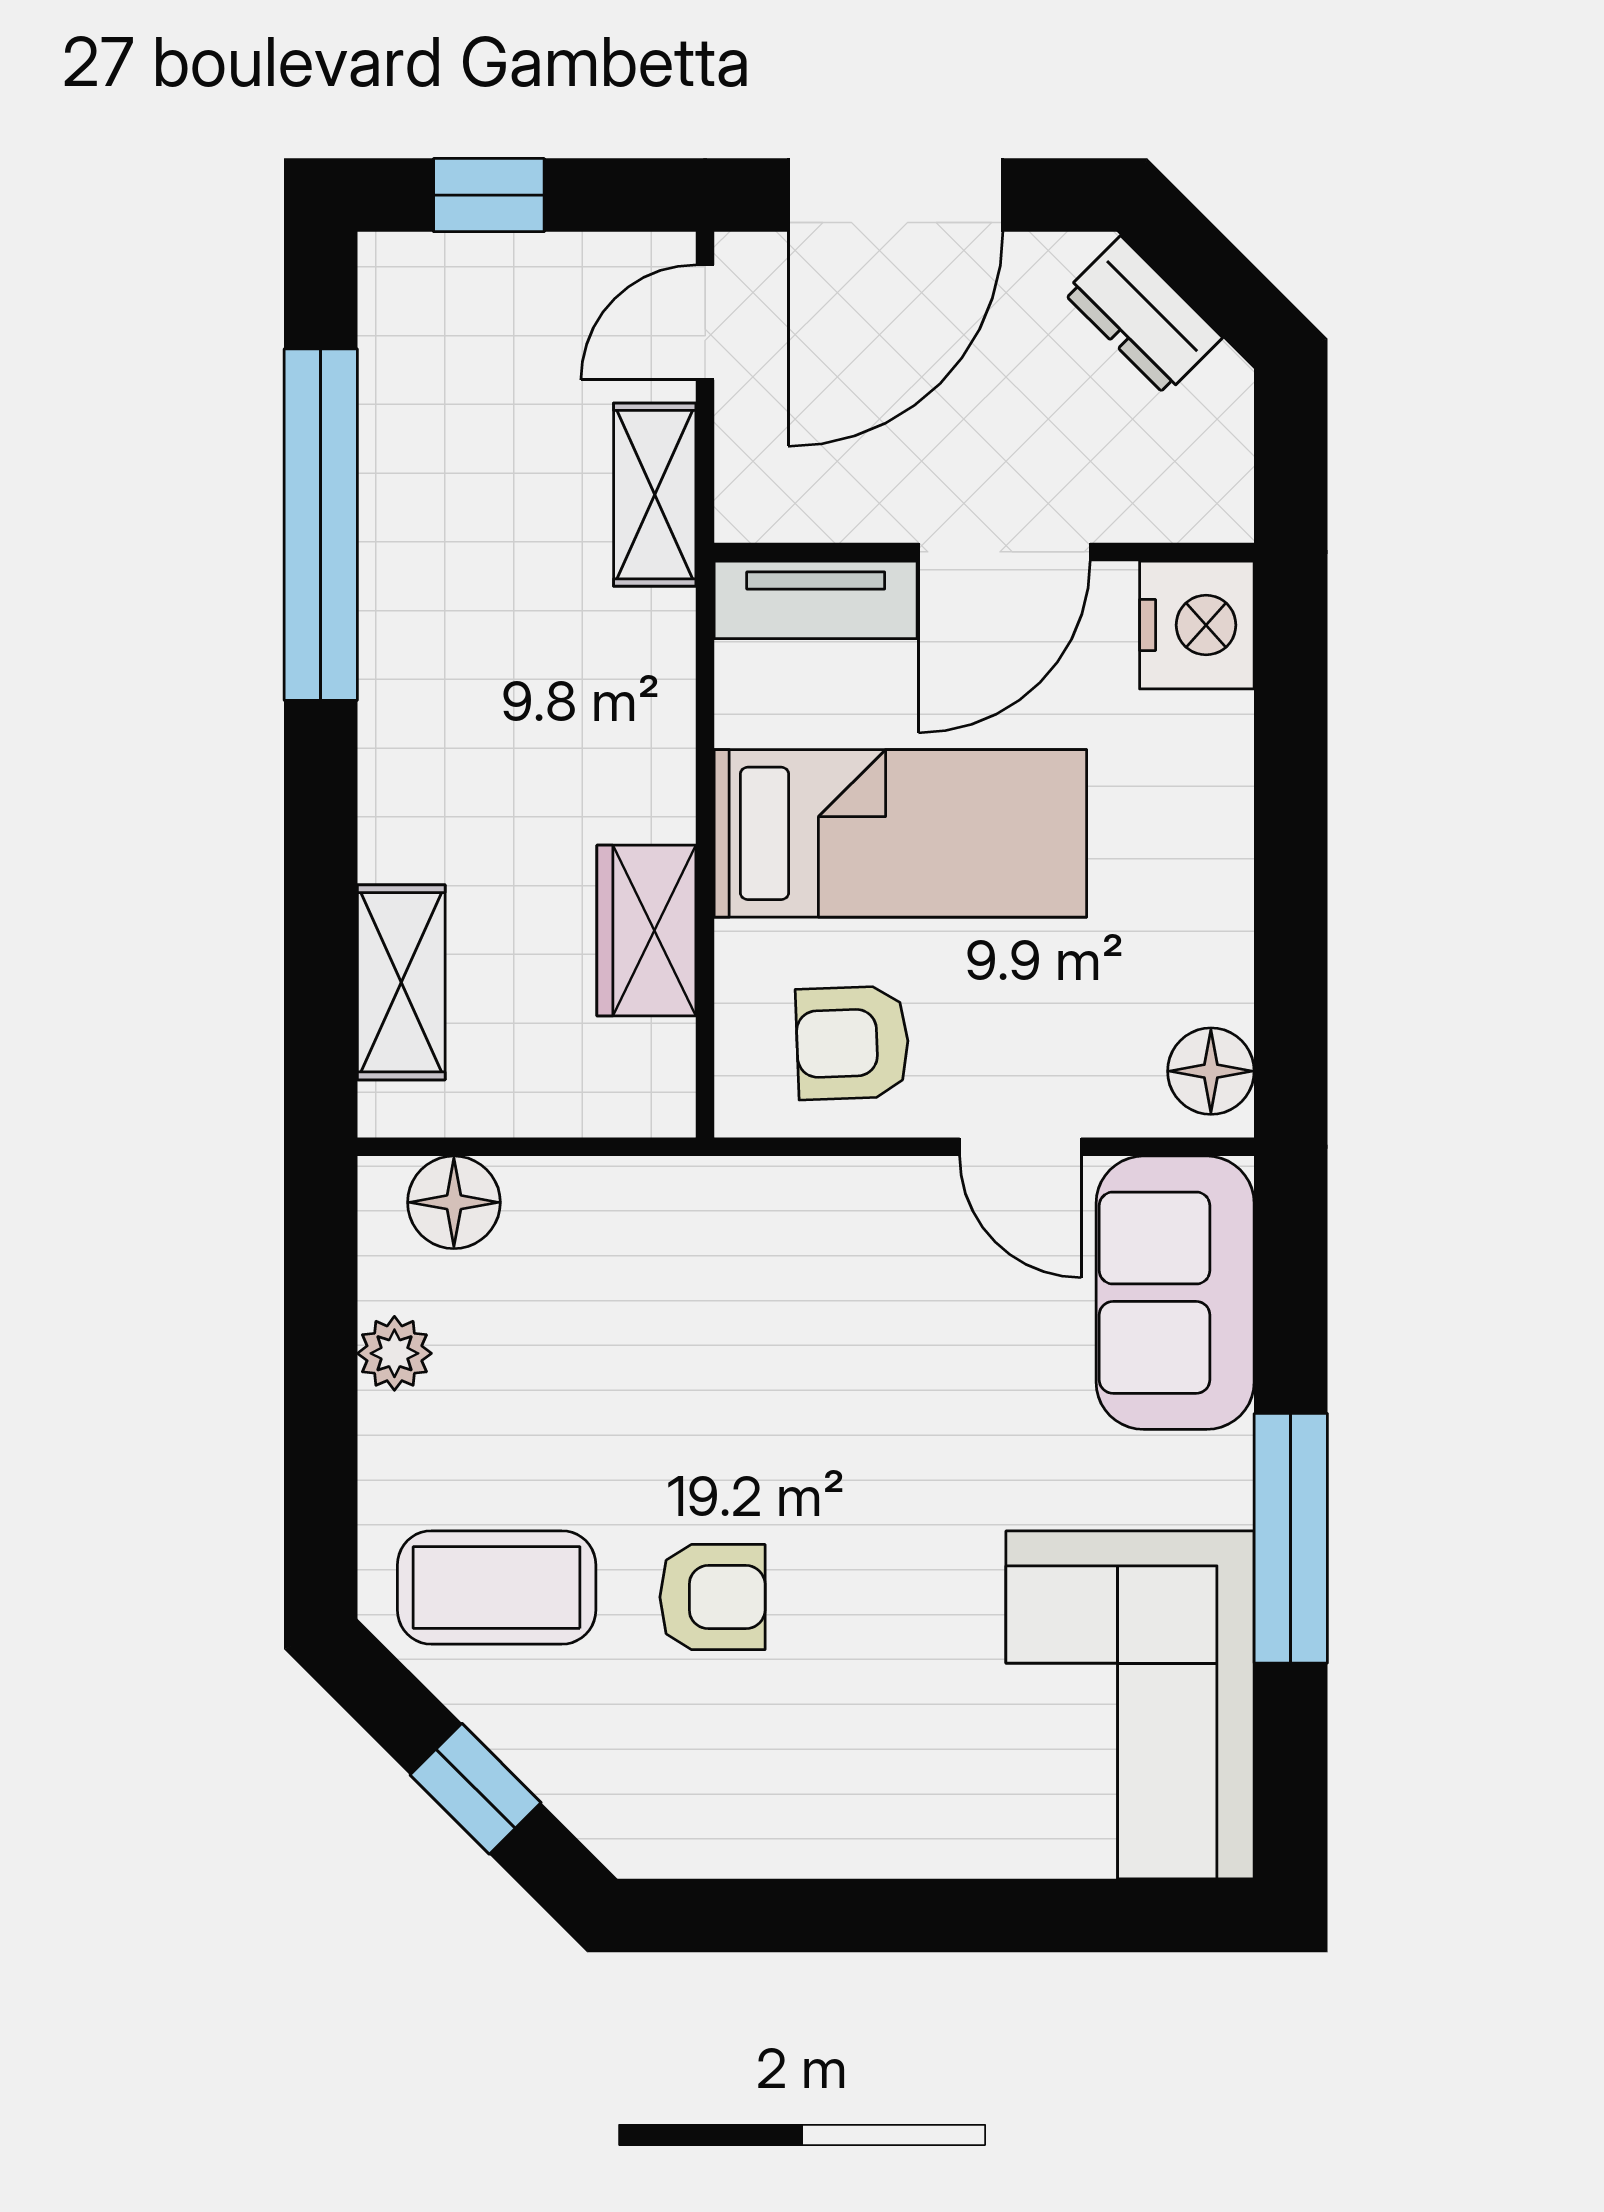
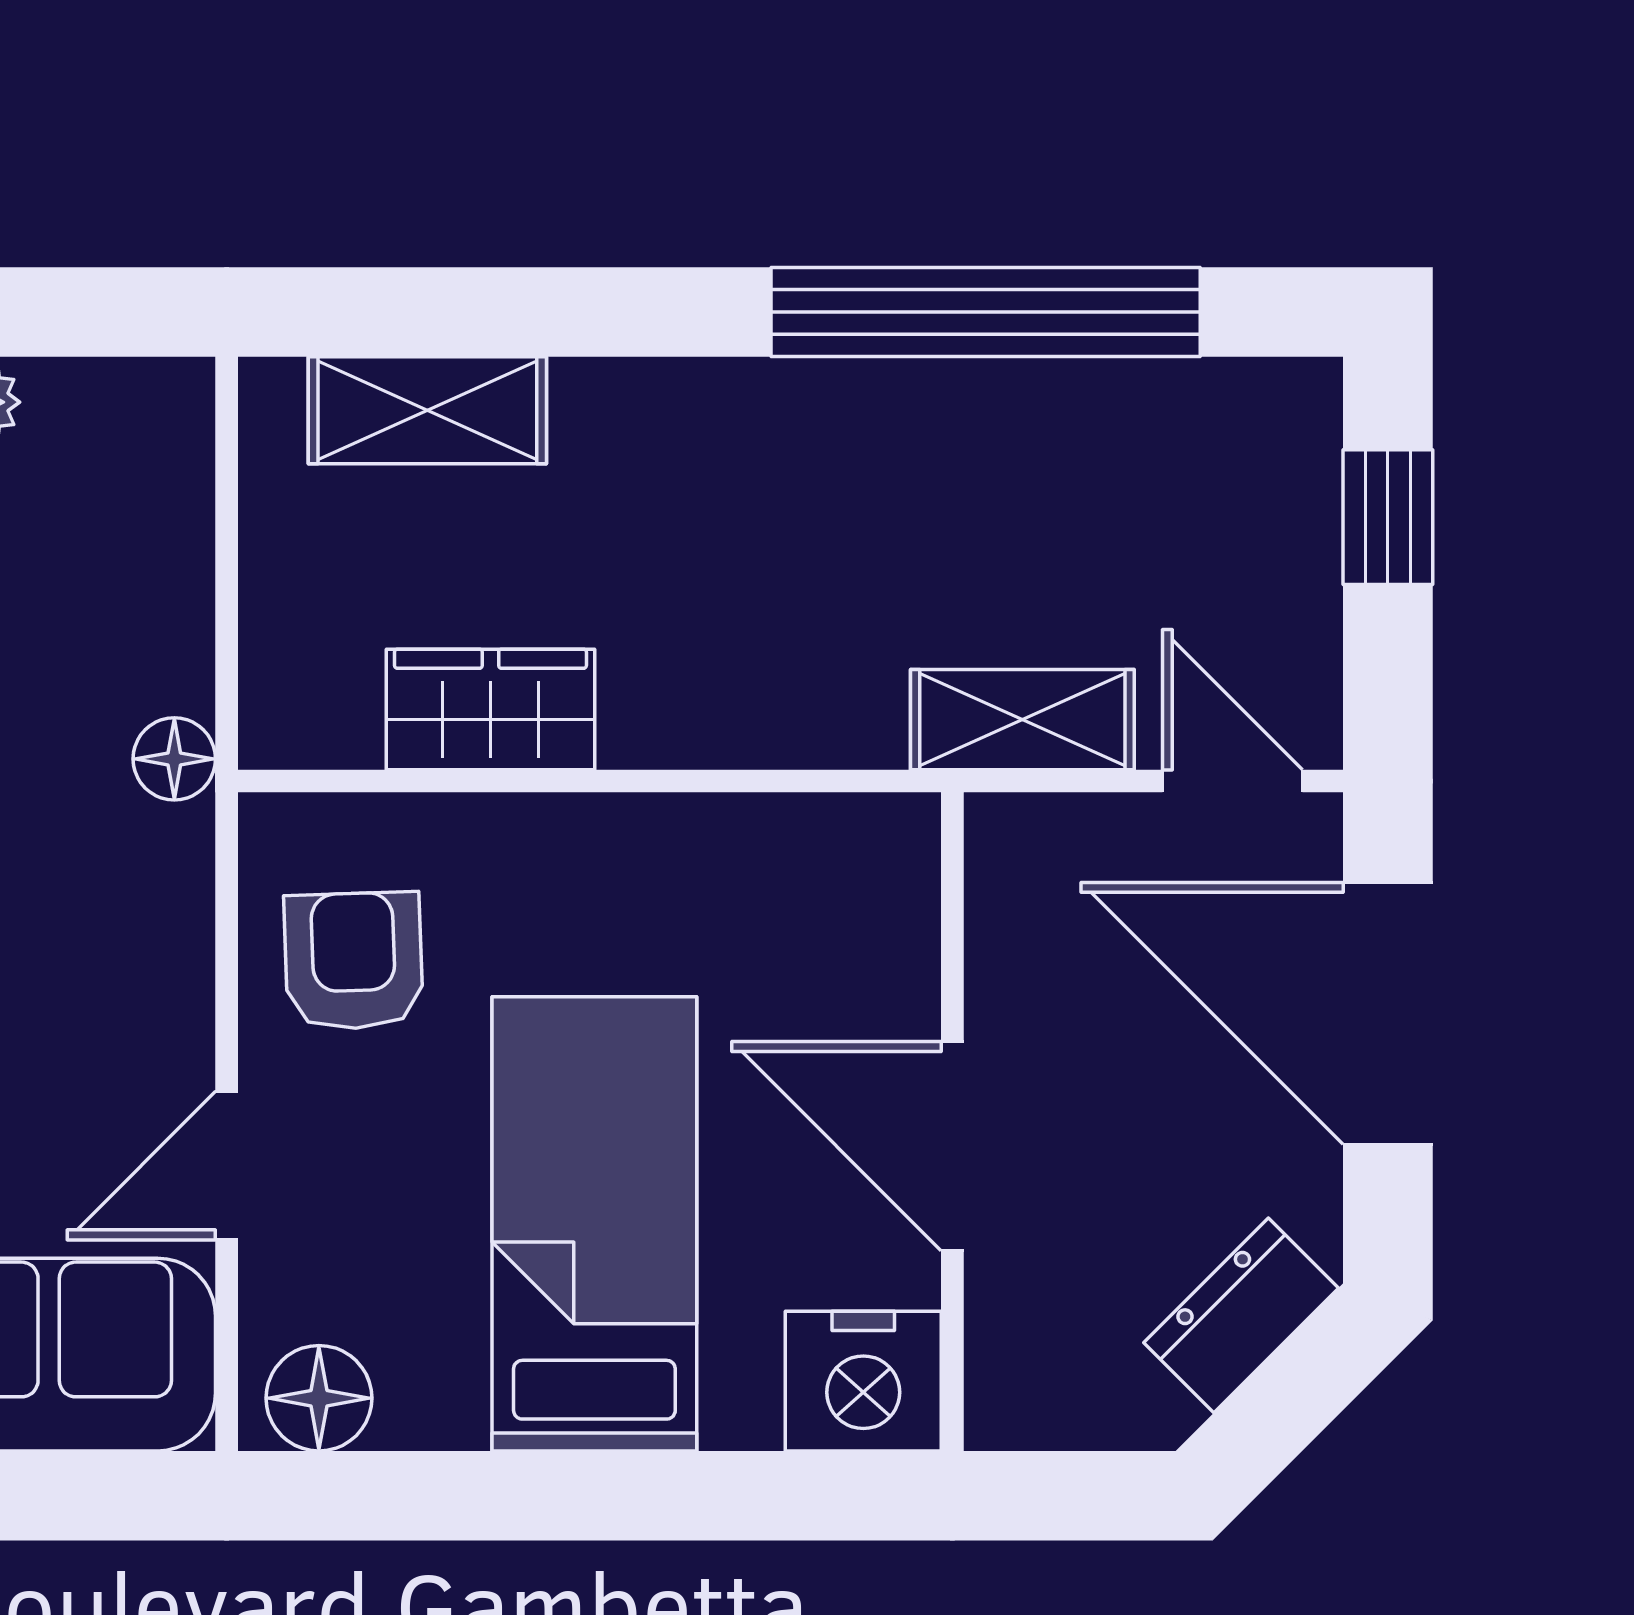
tv unit: (816, 600) -> (894, 916), removed
bed: (900, 833) -> (594, 1224), moved, turned 180
floor lamp: (454, 1202) -> (174, 759), moved, width x0.73, depth x0.73

